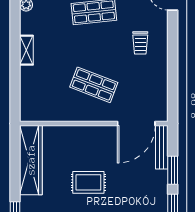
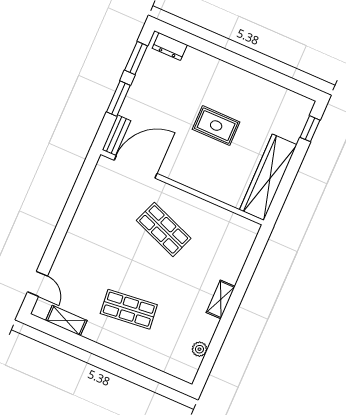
trolley: (140, 43) -> (93, 253), removed
bench: (162, 147) -> (116, 135), width x0.73

